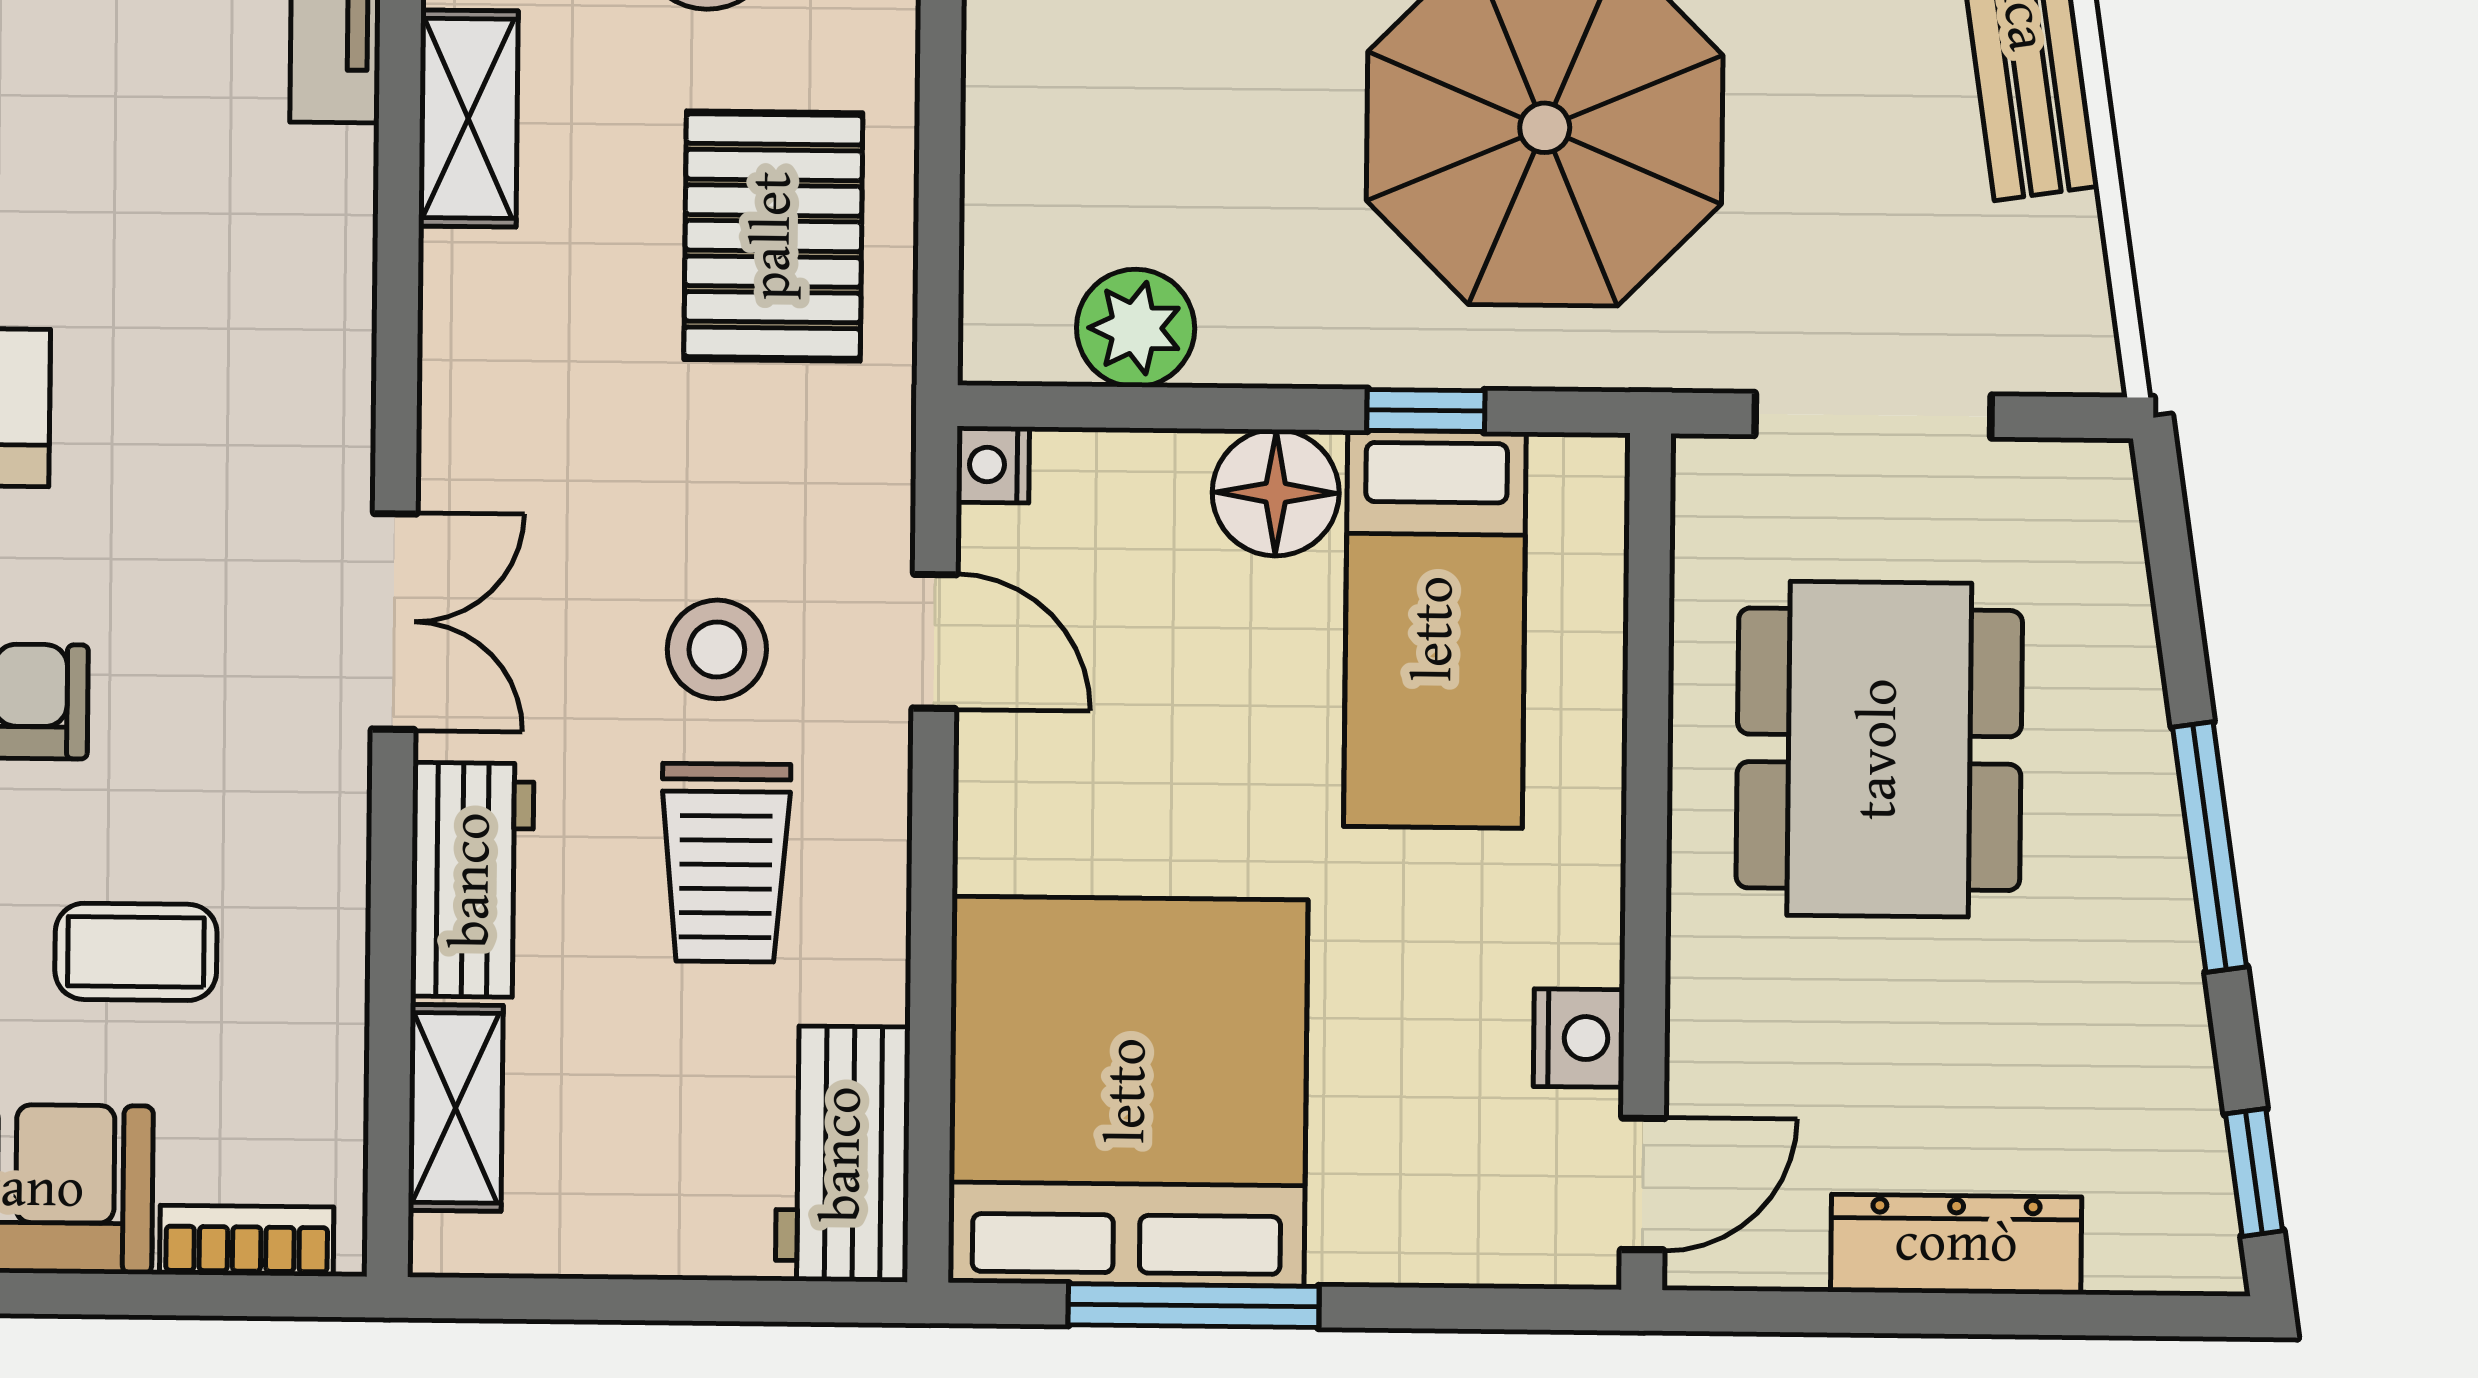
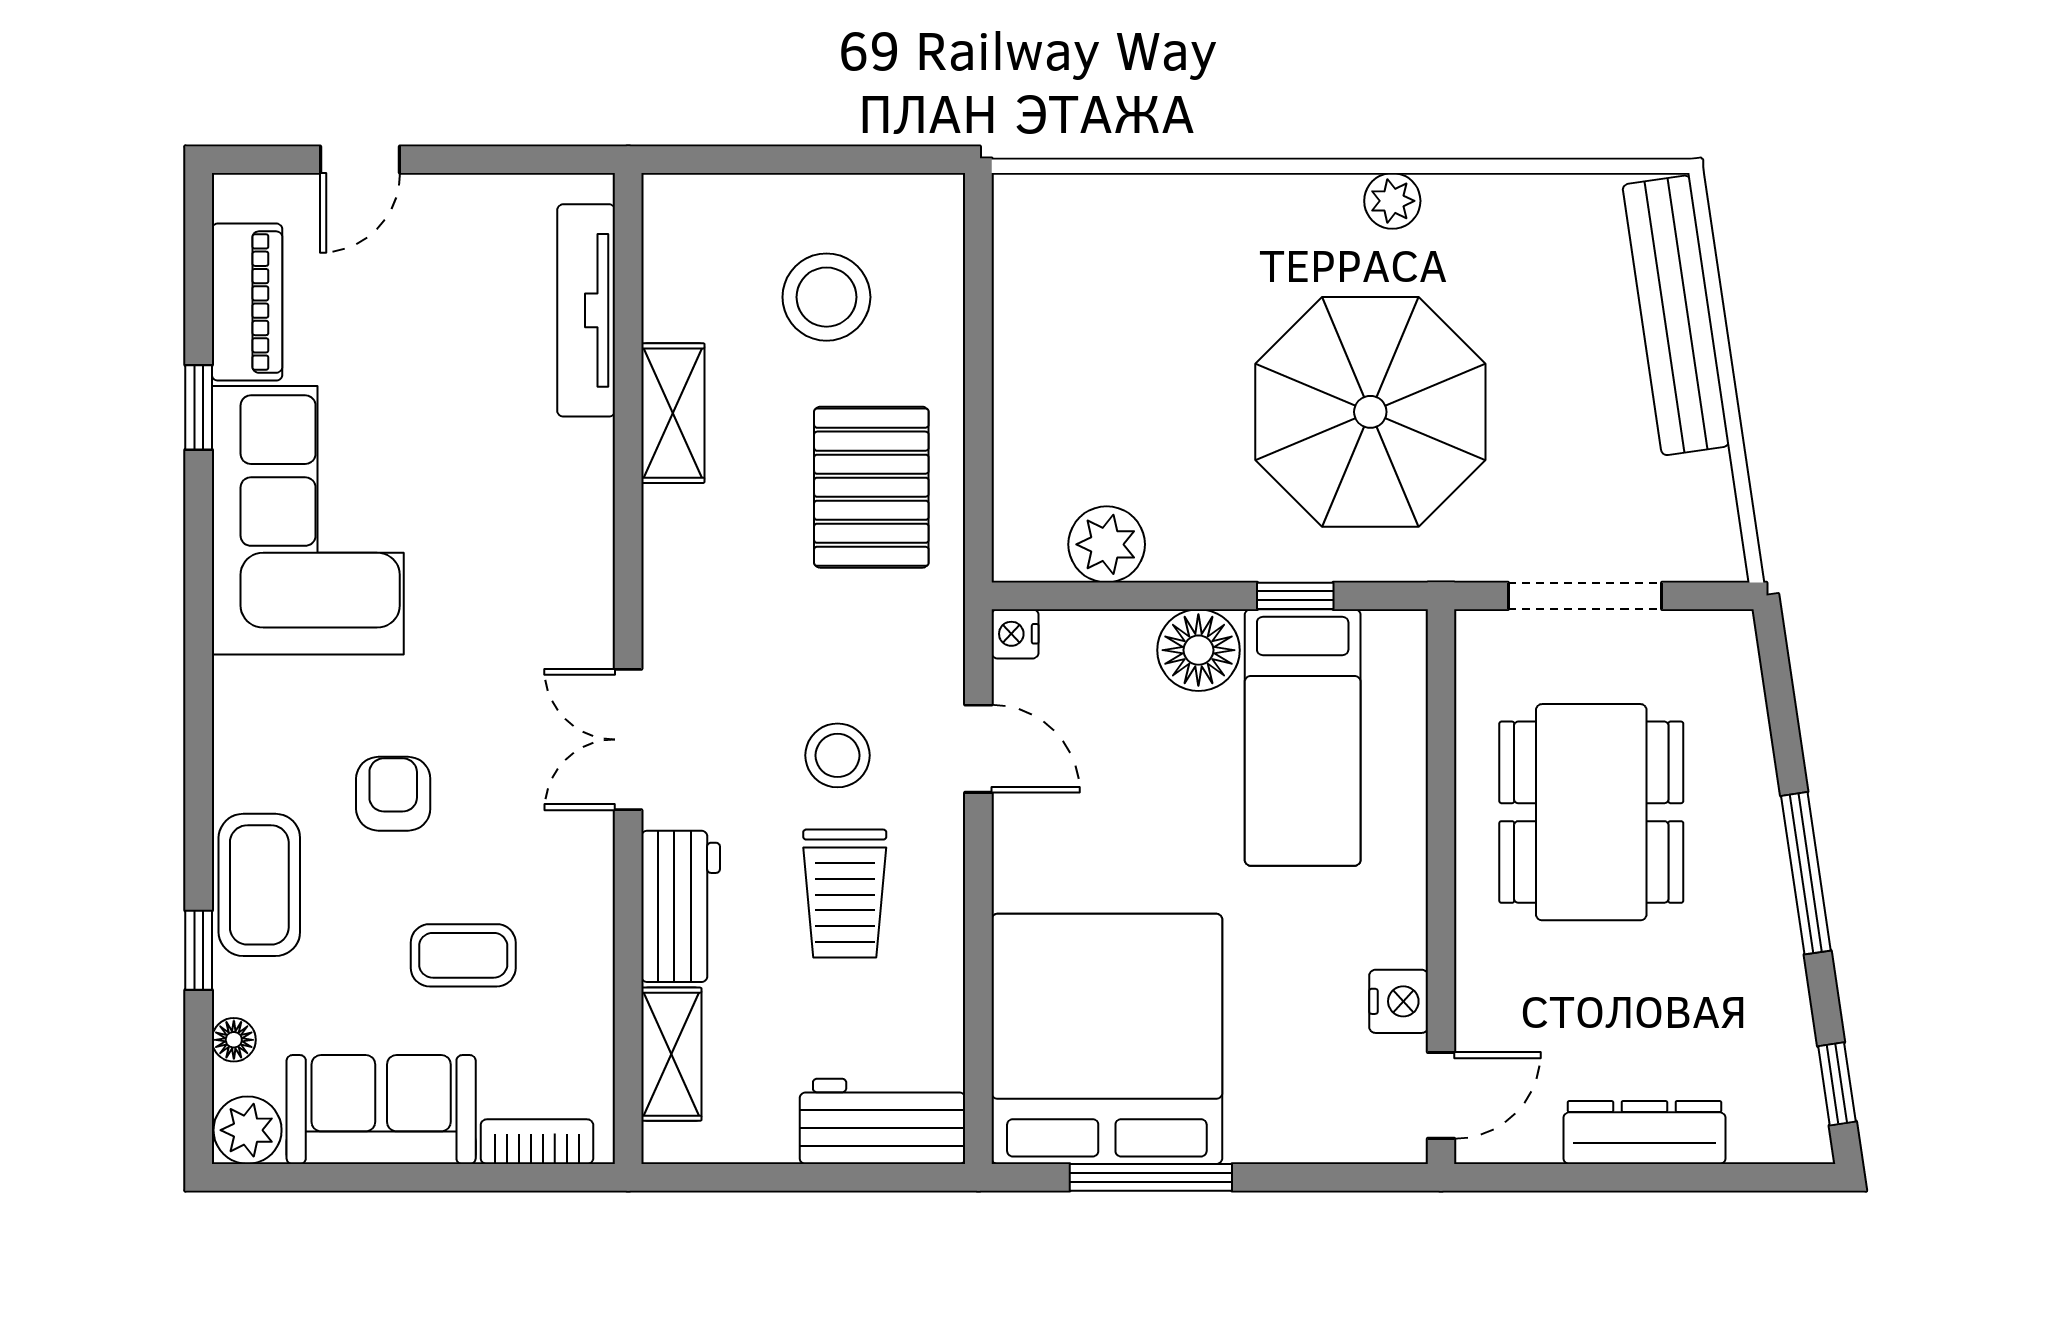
double door: (394, 622) -> (628, 740), swing flipped
workbench: (843, 1154) -> (883, 1121), moved, turned 90

